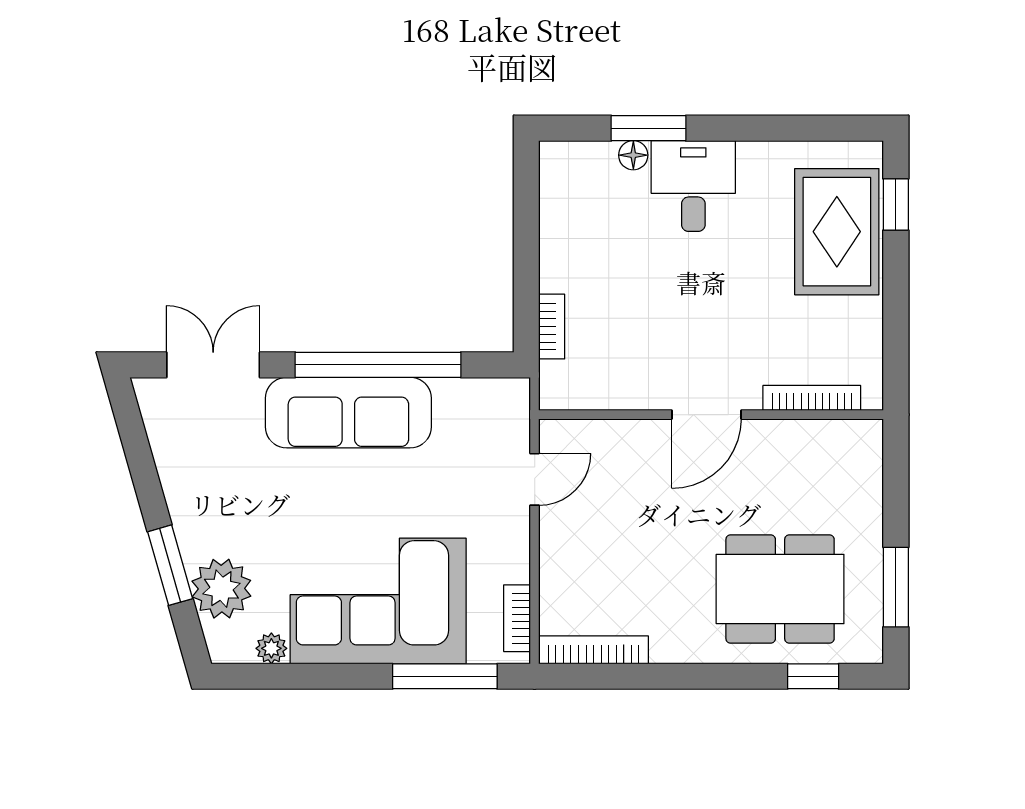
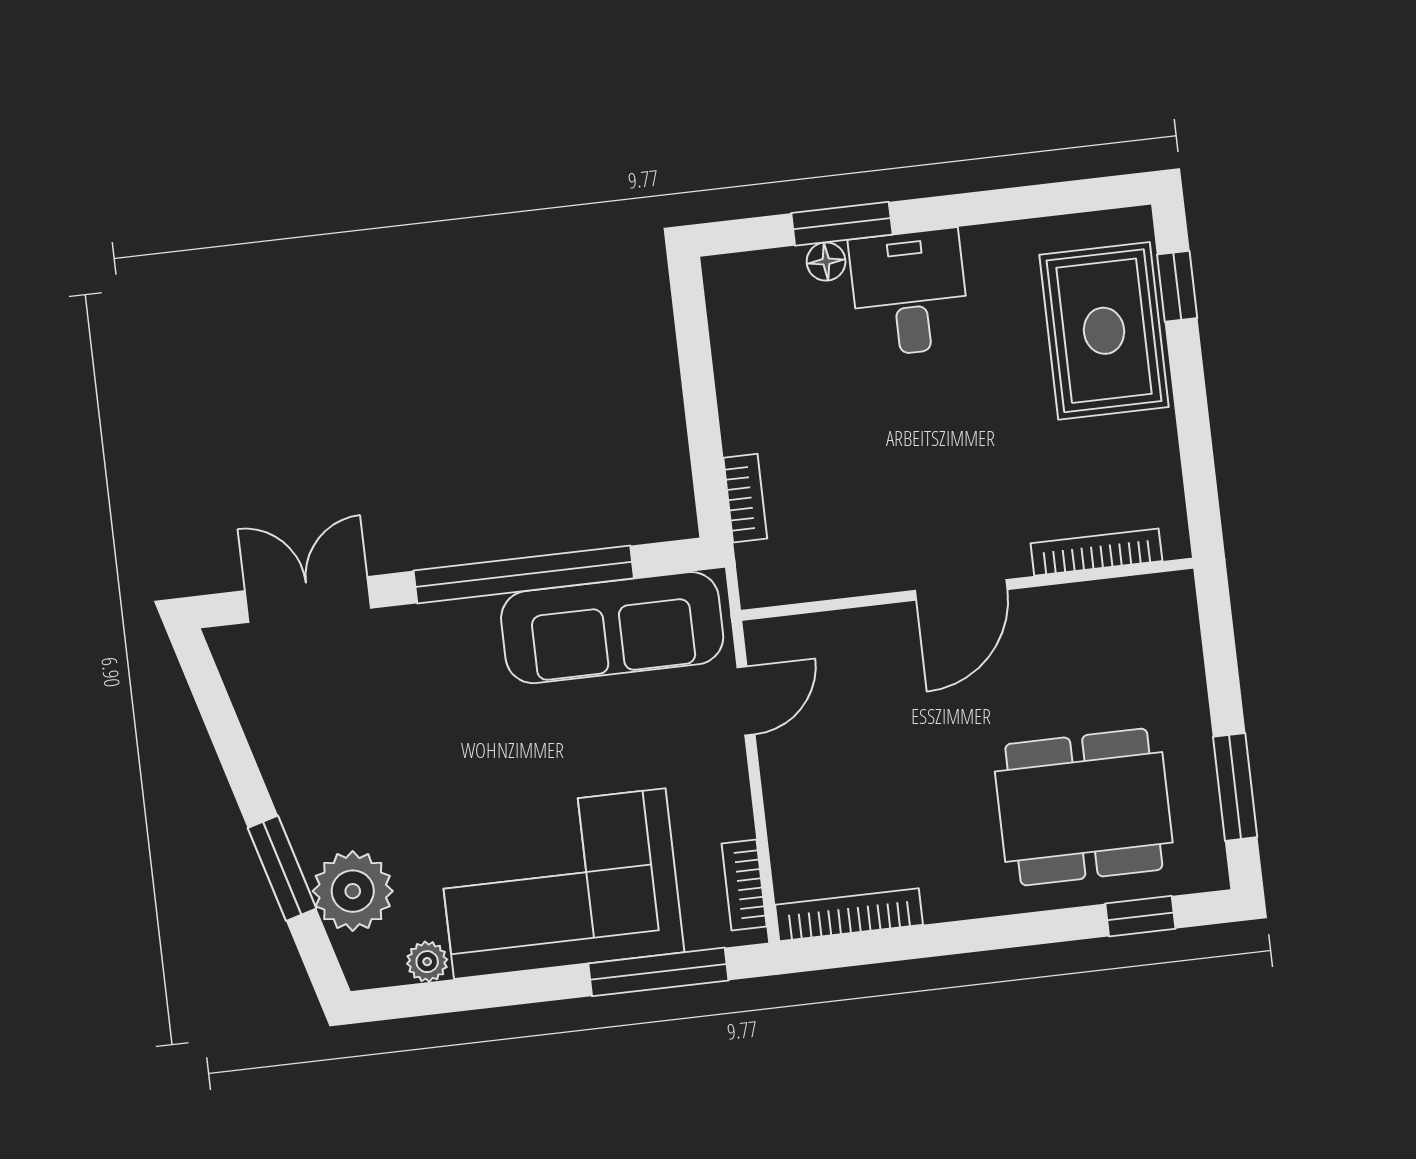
sofa: (348, 413) -> (612, 628), moved

